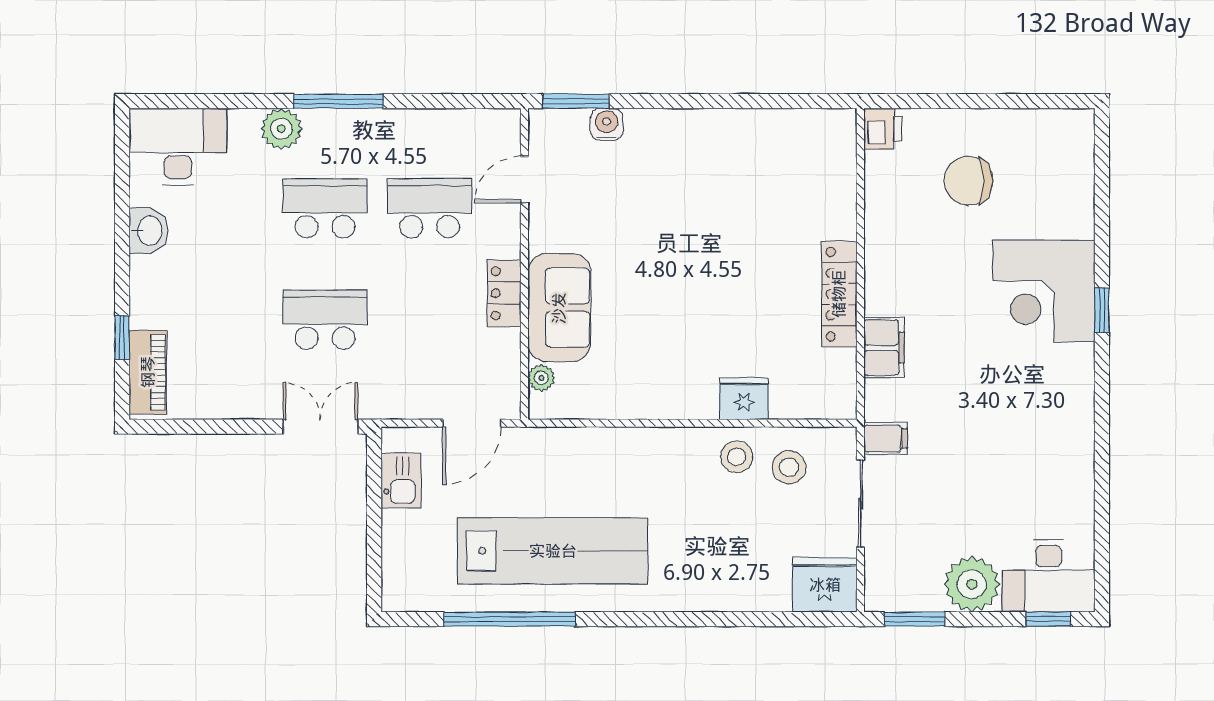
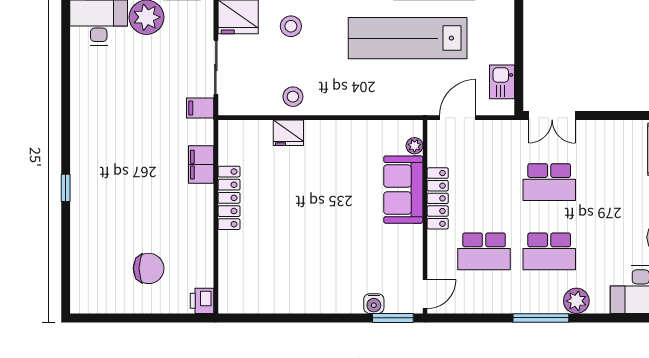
door: (524, 180) -> (425, 294), moved
corner desk: (1044, 291) -> (102, 200), removed
locker: (504, 293) -> (438, 198), width x1.53
stool: (789, 467) -> (291, 26), moved

